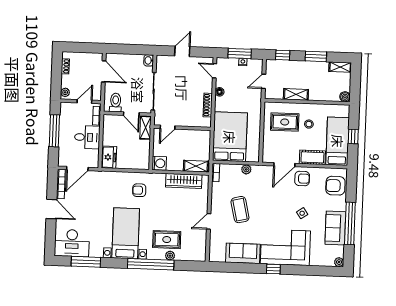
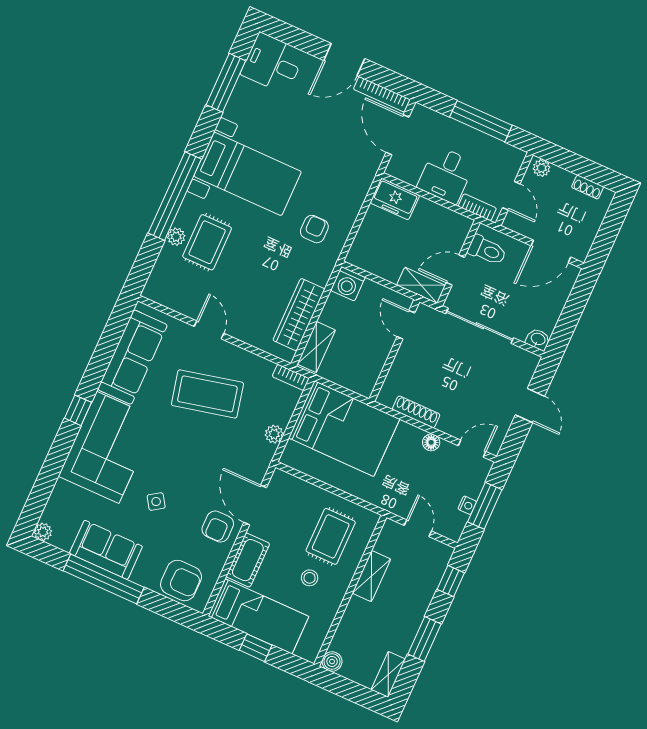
armchair: (335, 186) -> (181, 581), turned 90
coffee table: (240, 210) -> (207, 394), width x1.36, depth x1.32
desk: (72, 243) -> (273, 63), width x0.73
sofa: (243, 253) -> (132, 357), width x1.36

